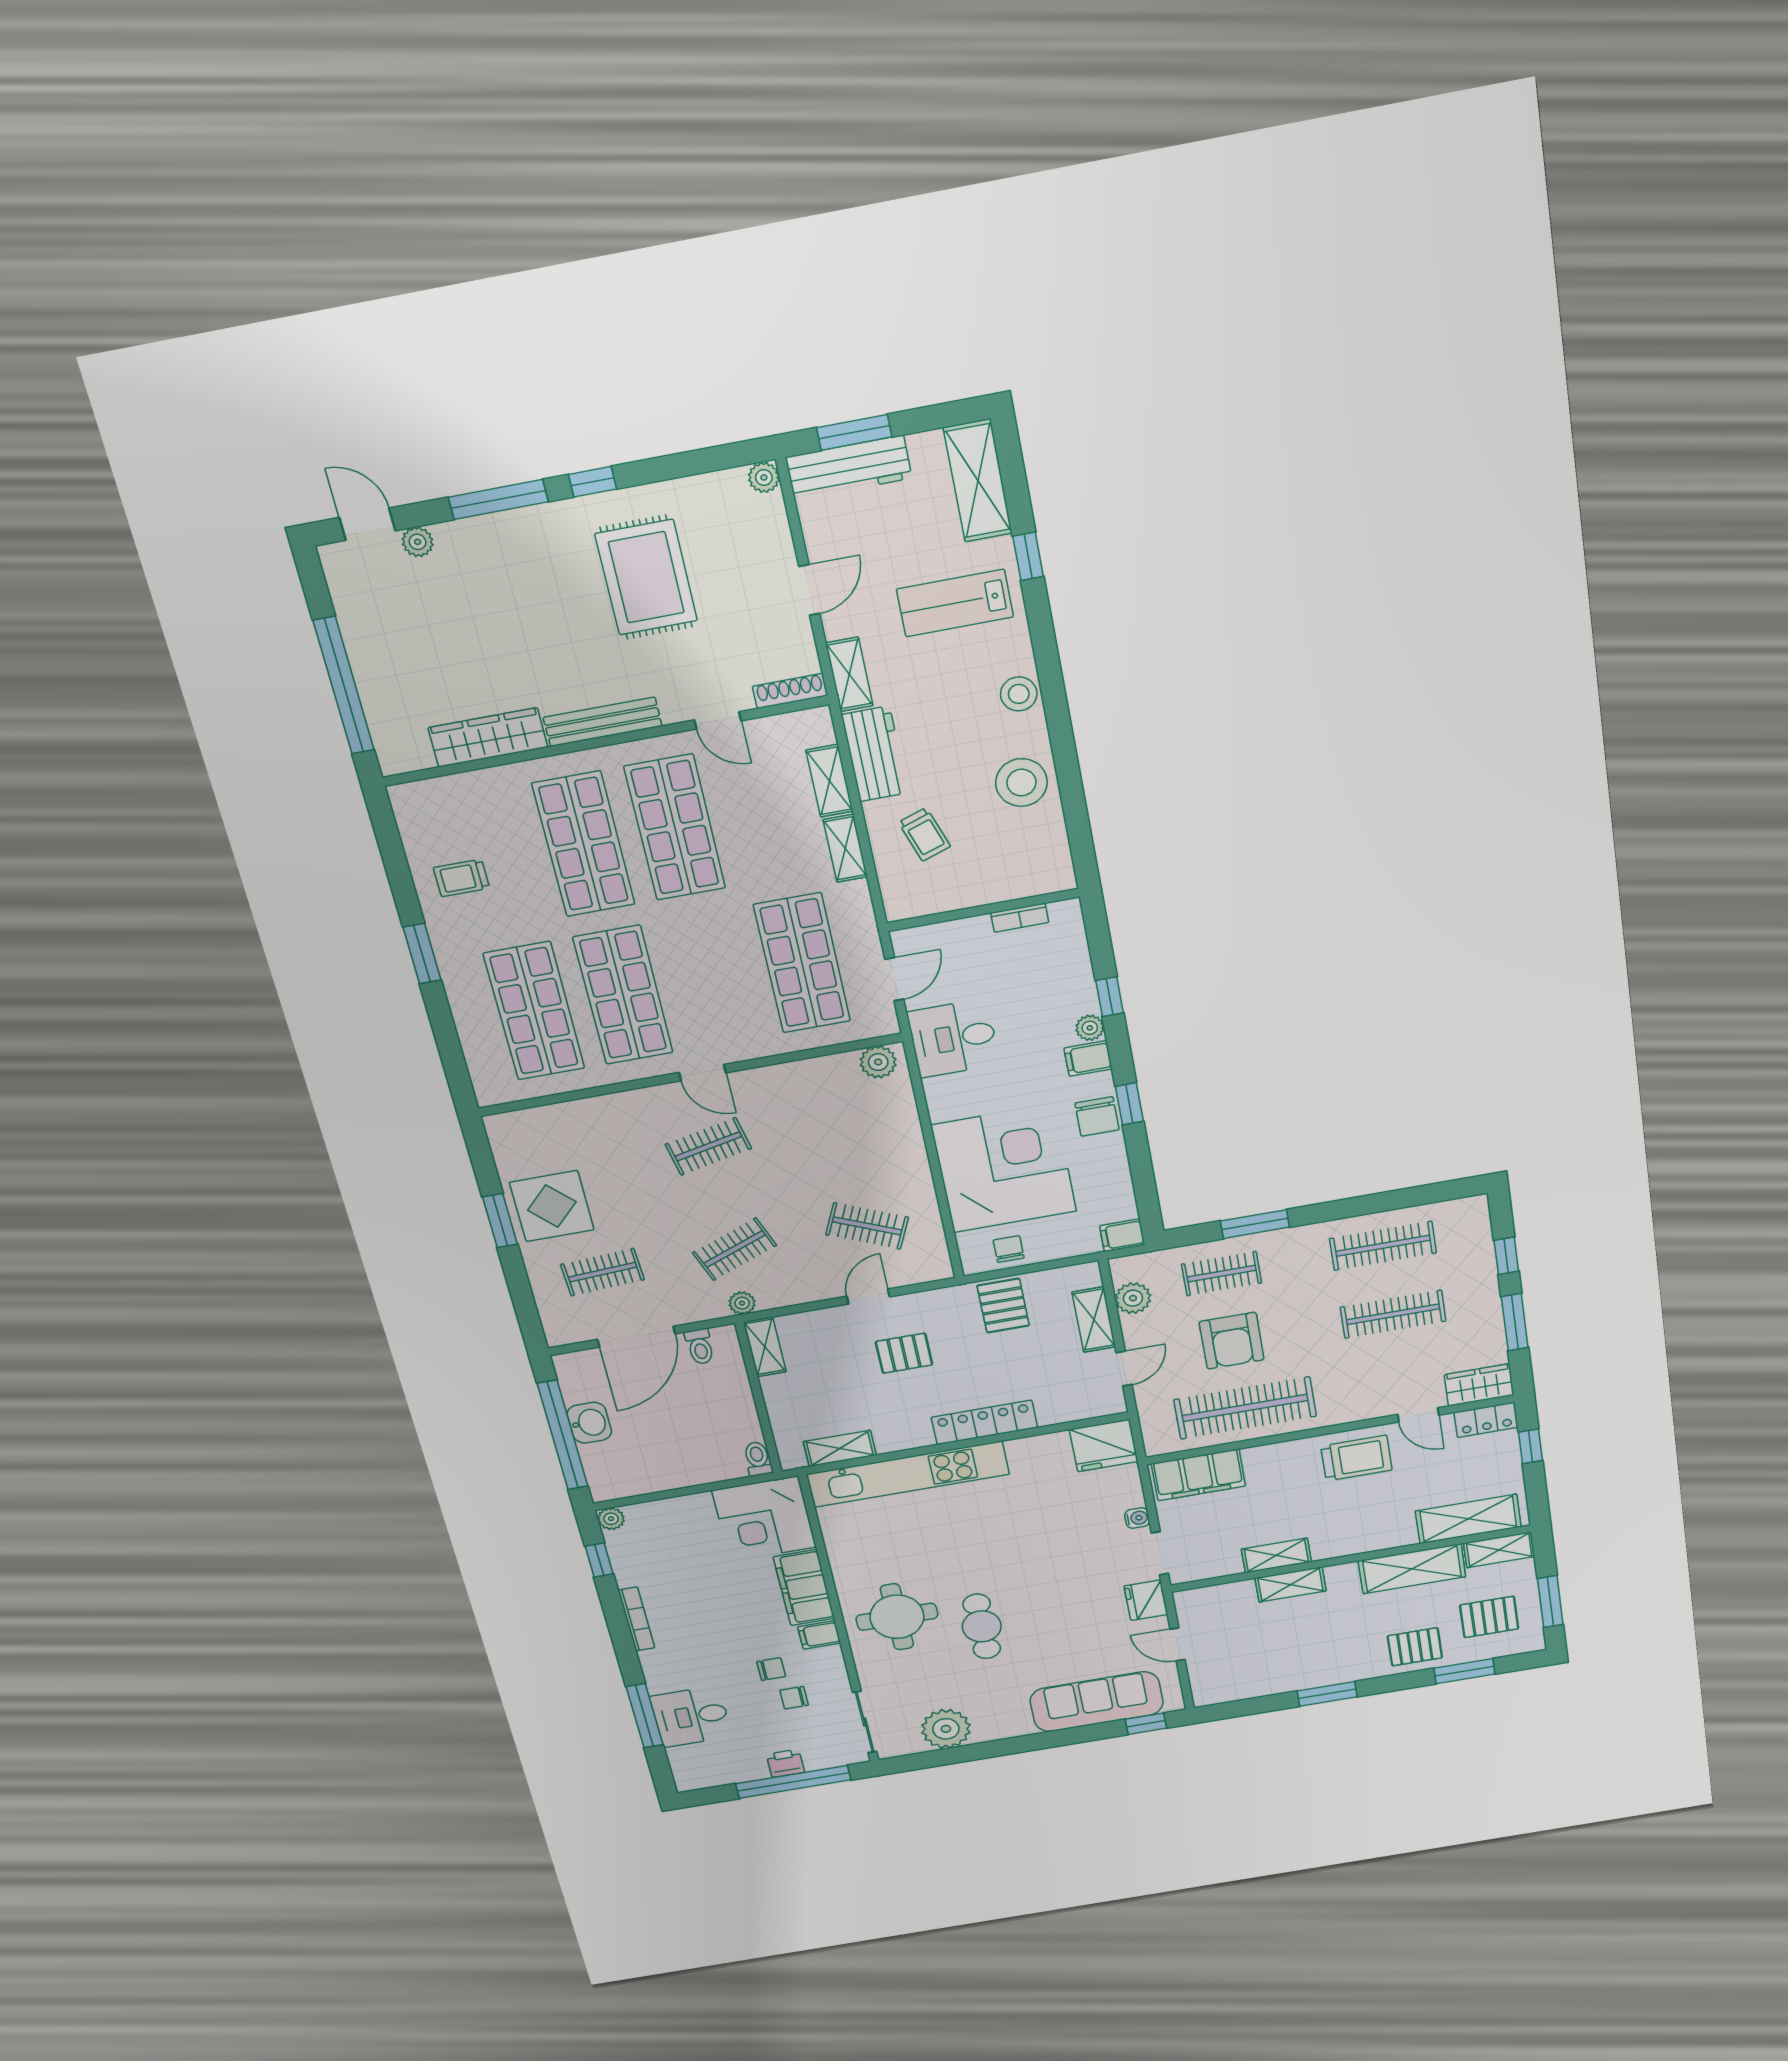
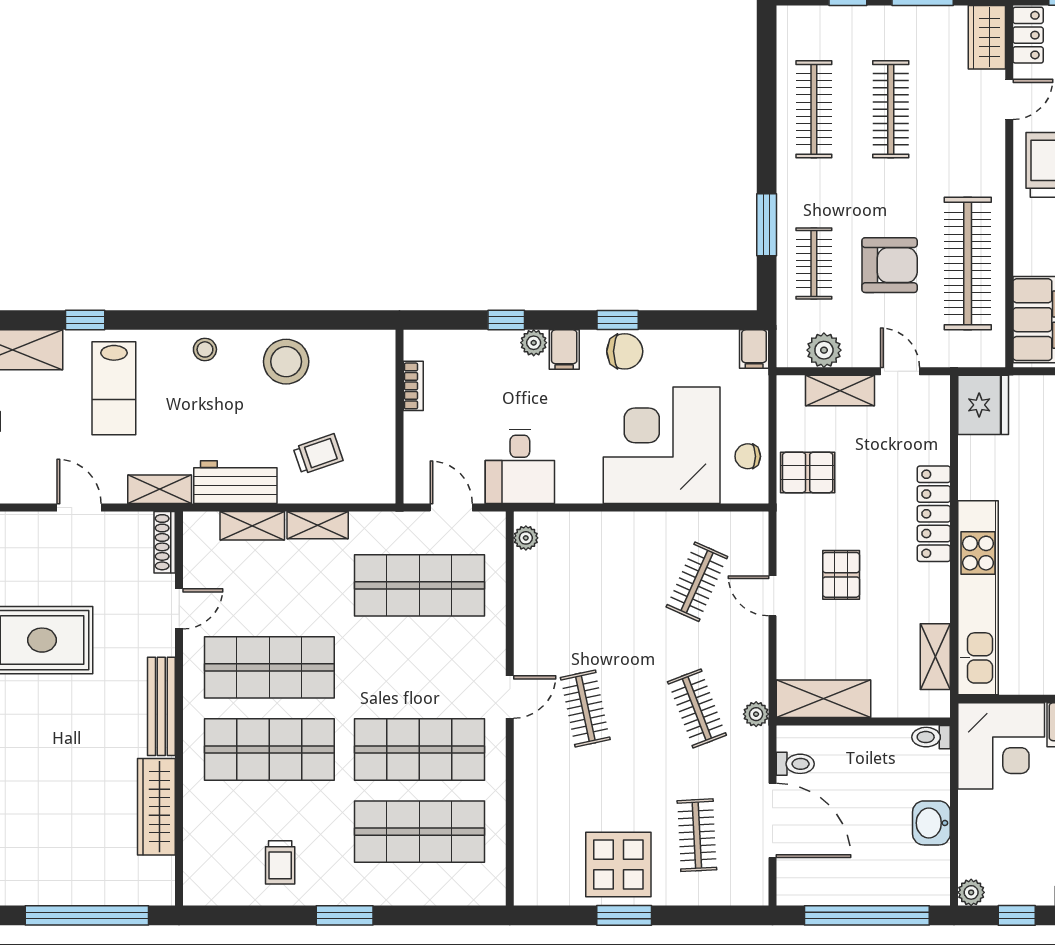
stool: (1019, 694) -> (205, 349), width x0.73, depth x0.73
plant: (878, 1062) -> (526, 538), width x0.73, depth x0.73
shelving: (765, 1347) -> (823, 699), width x1.50, depth x1.33
washbasin: (589, 1423) -> (931, 823), moved, turned -90

